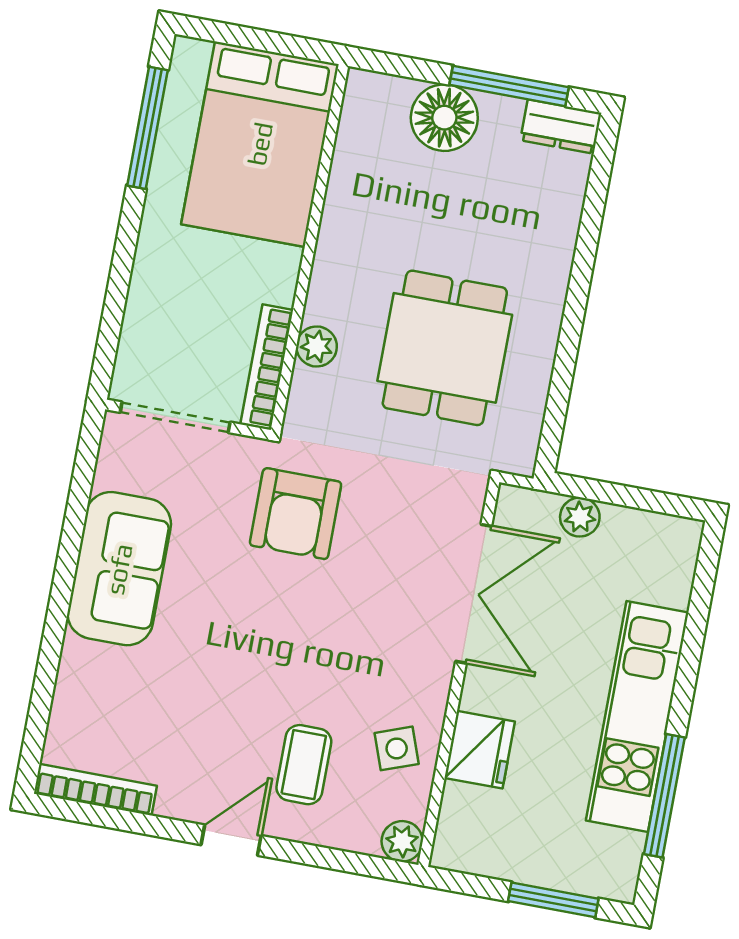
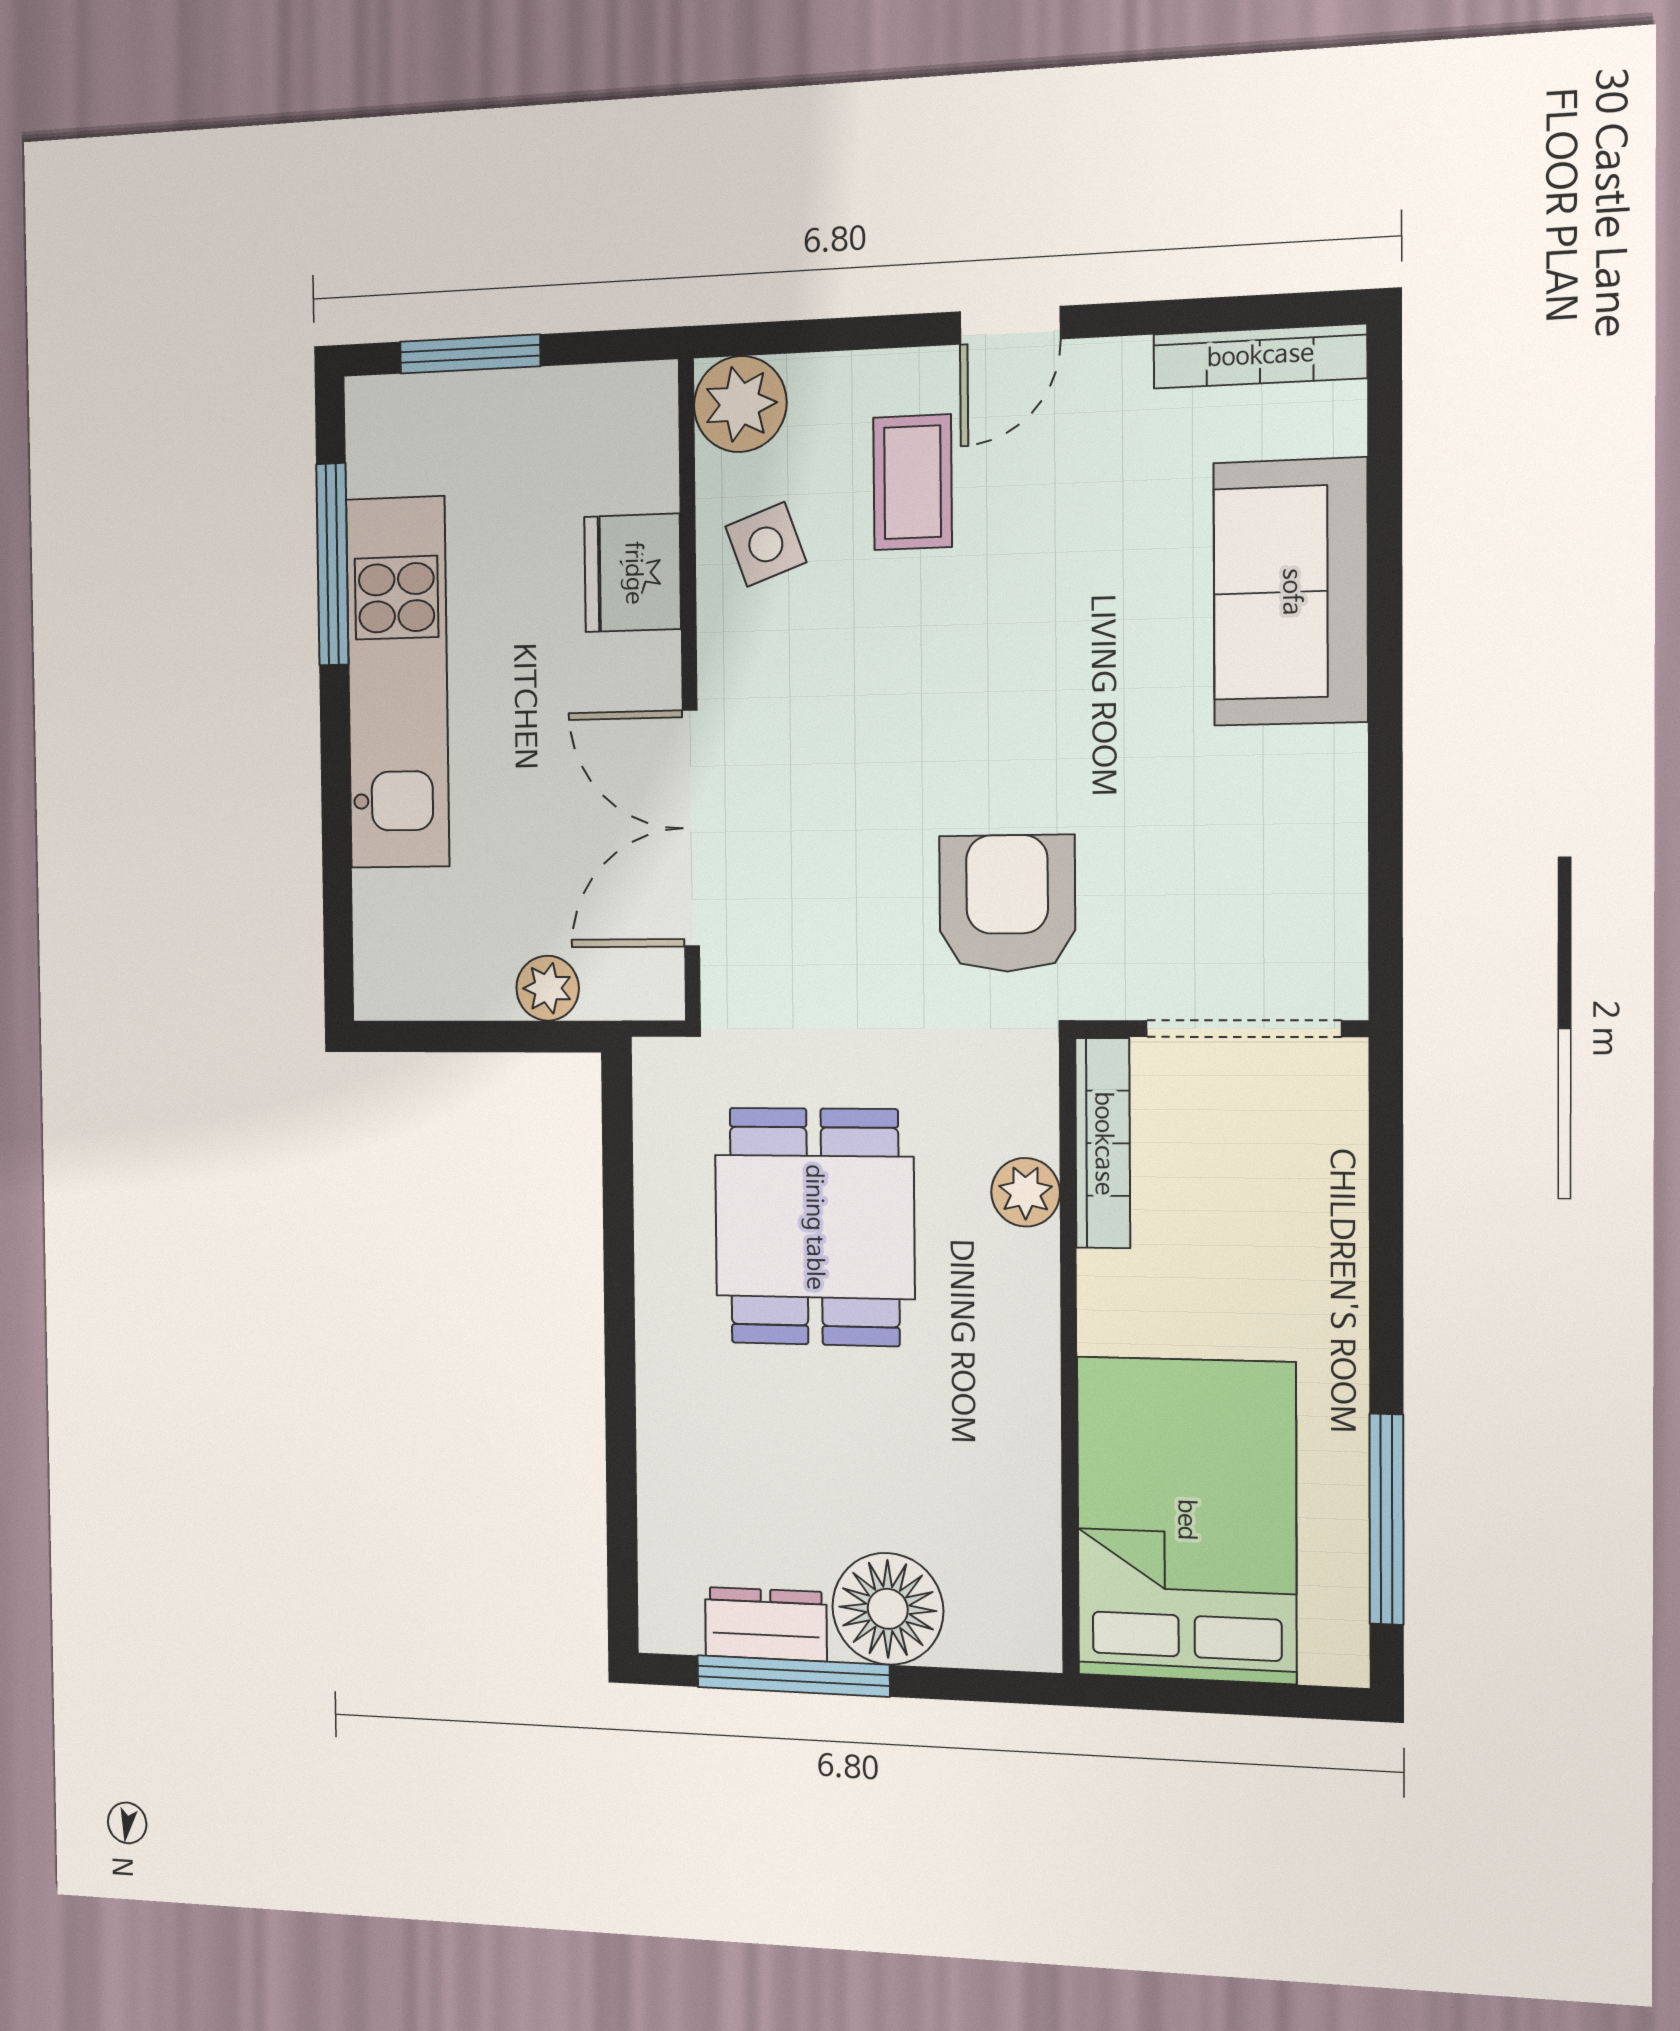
dresser: (561, 127) -> (766, 1624), moved
sofa: (119, 569) -> (1291, 592), moved
plant: (402, 841) -> (740, 404), width x1.38, depth x1.38

